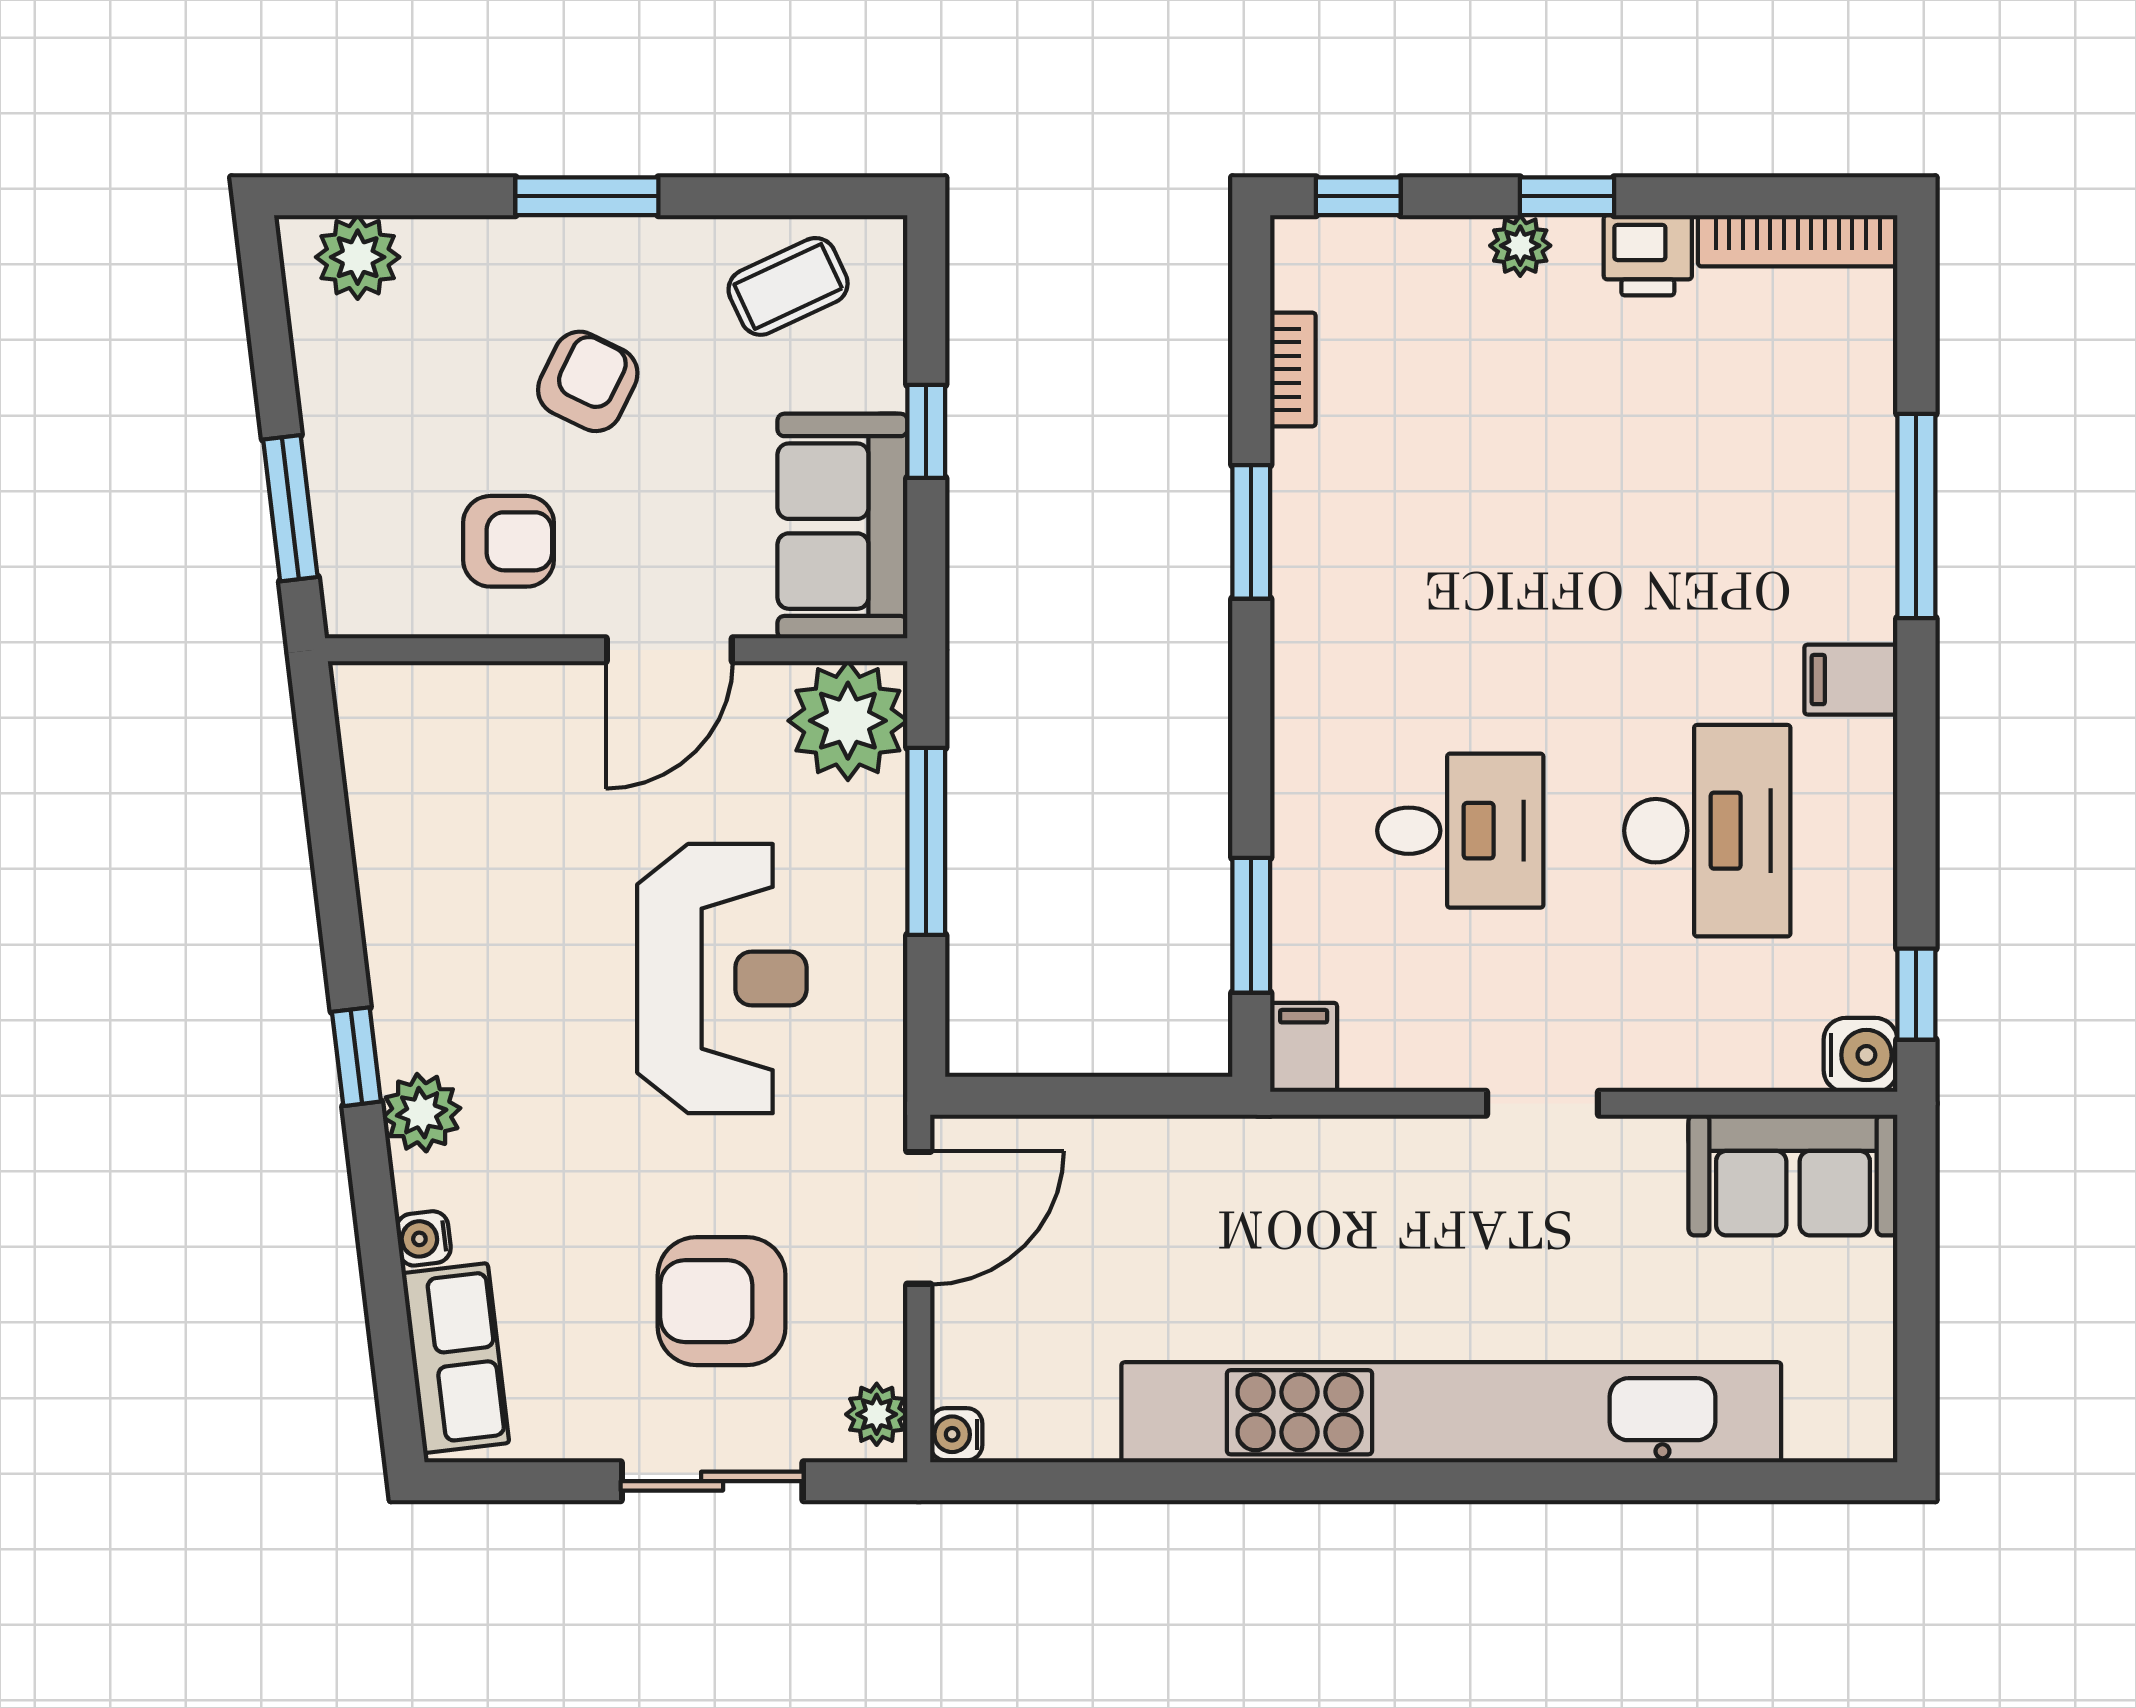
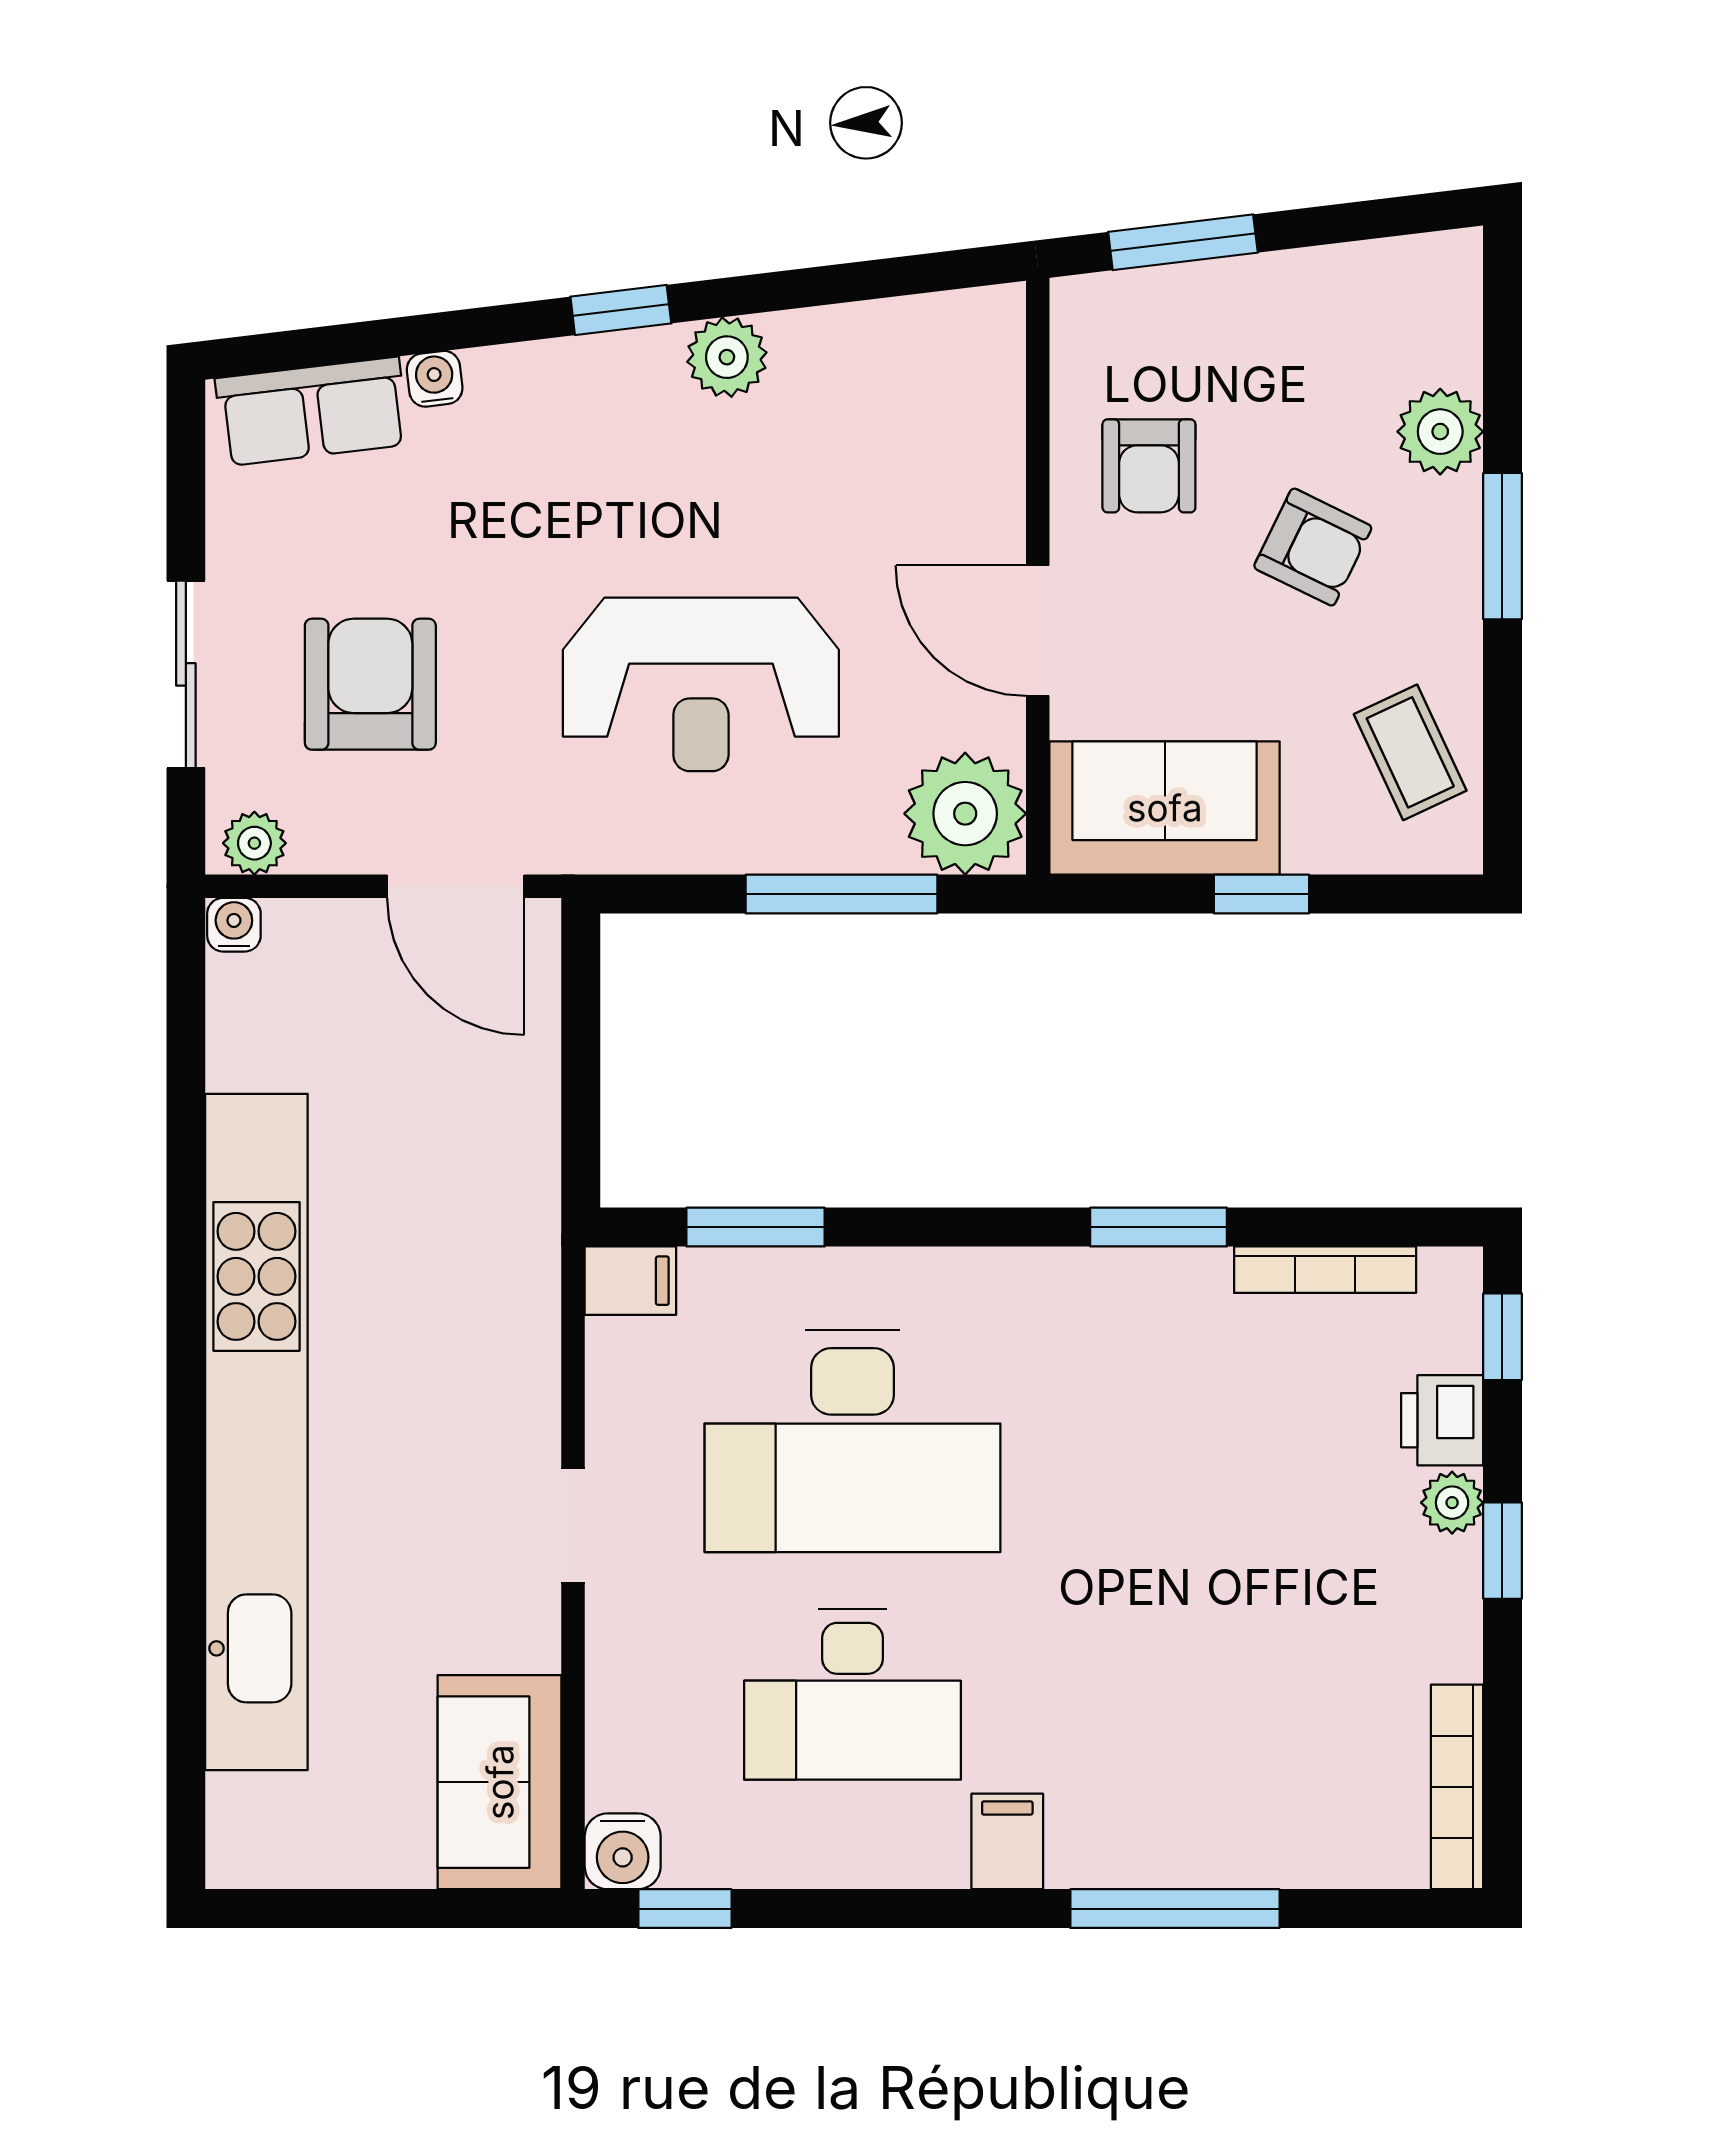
printer: (1648, 255) -> (1442, 1420), moved
plant: (358, 257) -> (1440, 432), moved
bookcase: (1293, 369) -> (1325, 1270), width x1.56
desk: (1460, 831) -> (852, 1441), width x1.87, depth x1.30
plant: (422, 1113) -> (727, 357), moved

